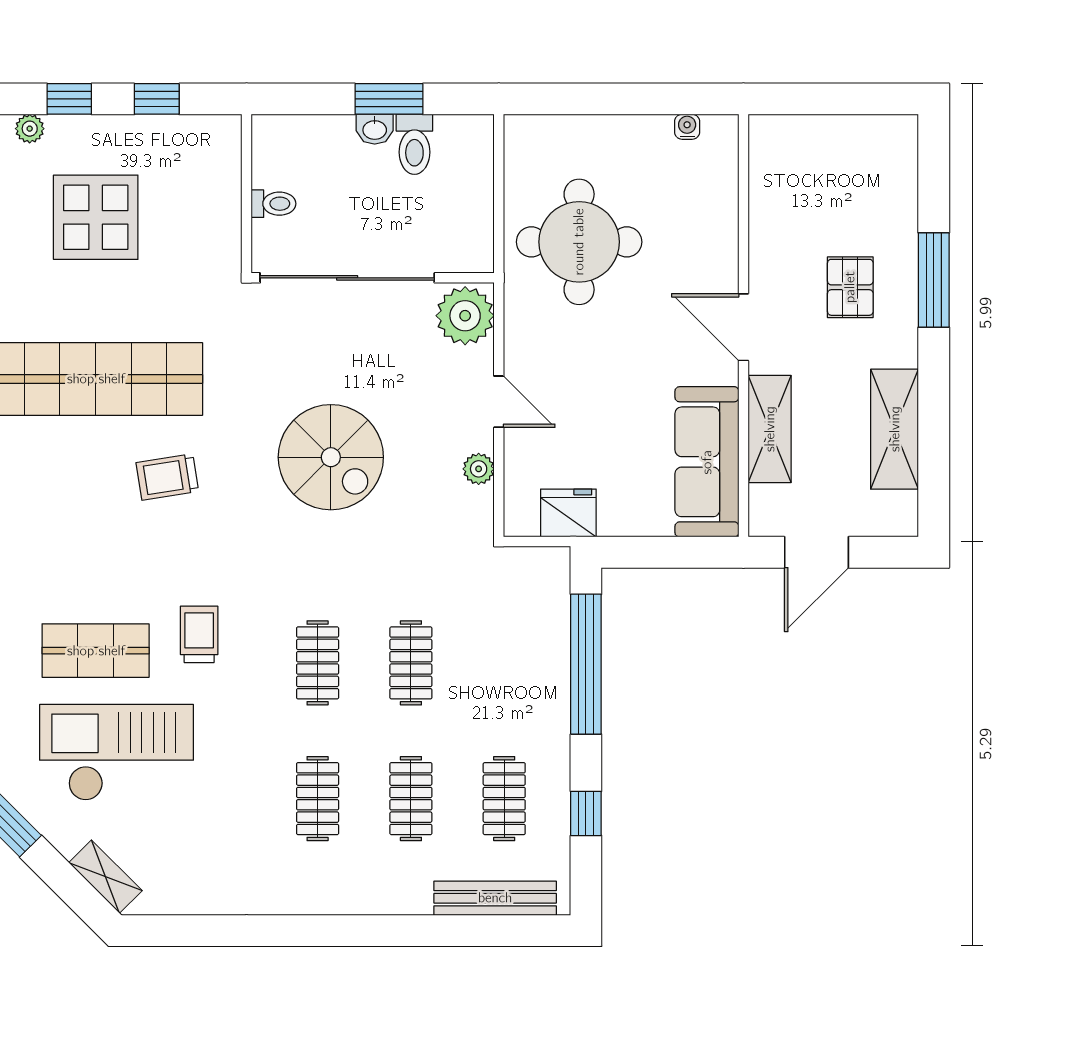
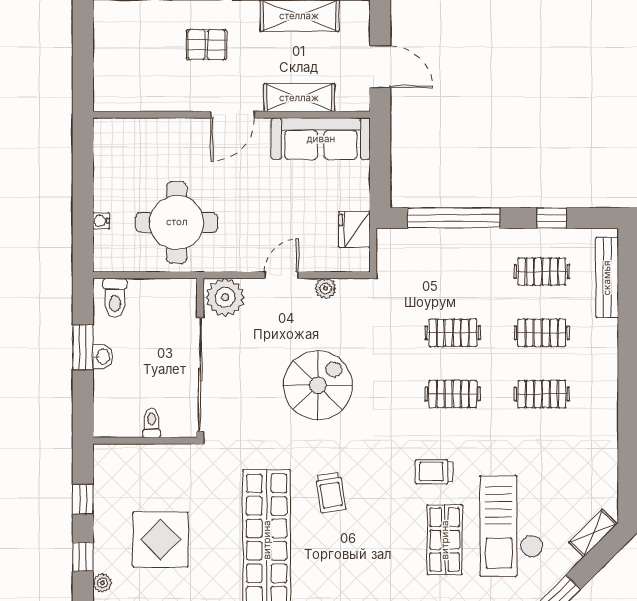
water cooler: (687, 127) -> (101, 221), moved
toilet: (414, 144) -> (115, 298), moved, turned 90

